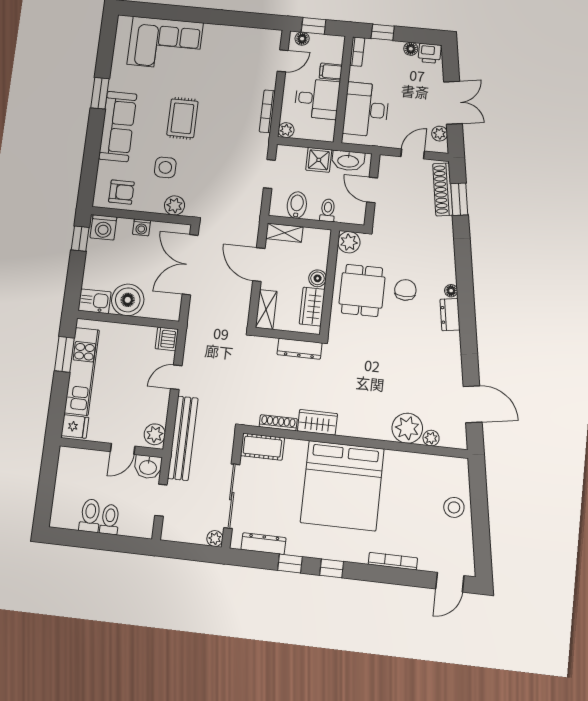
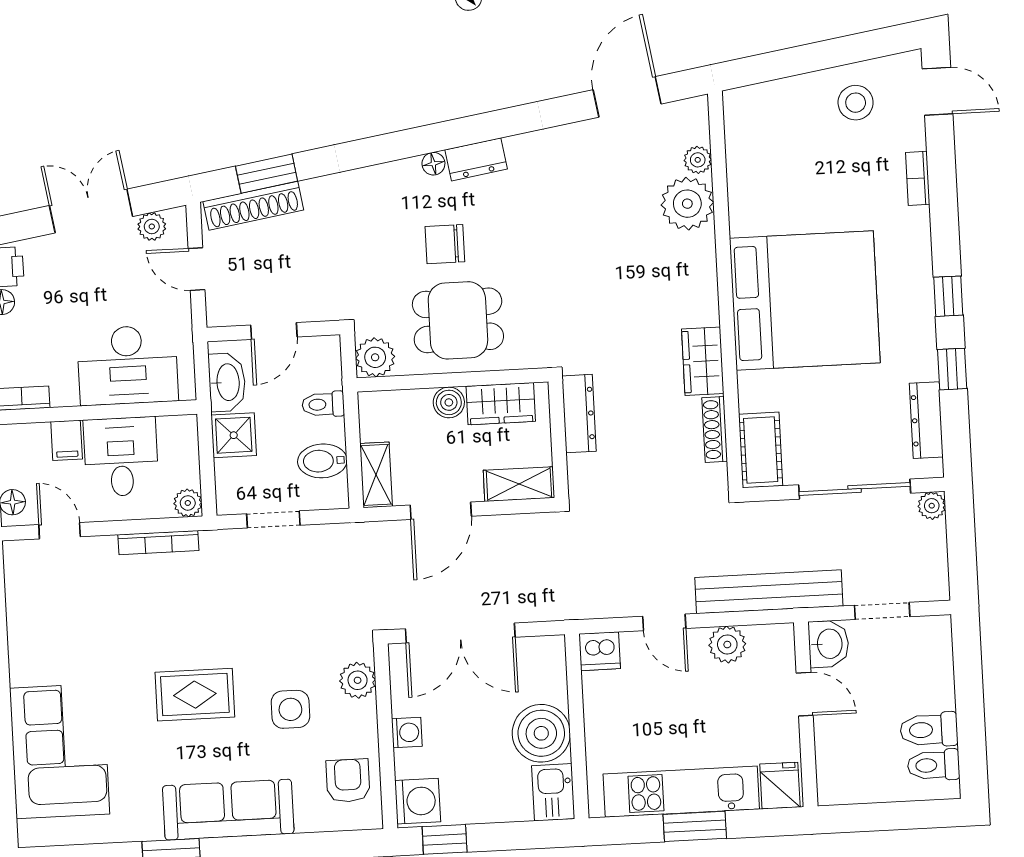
window: (64, 354) -> (695, 826), moved
plant: (155, 434) -> (727, 645), moved
stool: (454, 507) -> (856, 103), moved
toilet: (110, 519) -> (933, 765), moved
bookcase: (393, 561) -> (918, 178), width x0.64

